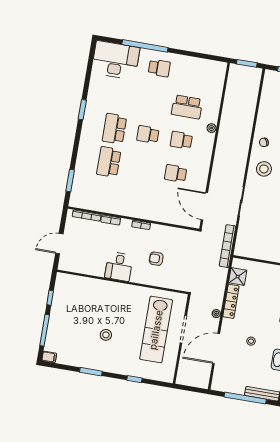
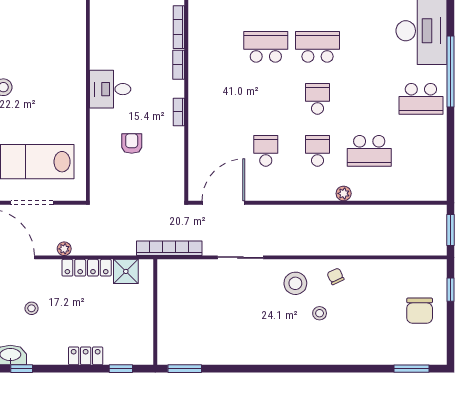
school desk: (159, 68) -> (421, 99), width x1.85
school desk: (187, 107) -> (369, 151), turned -90

